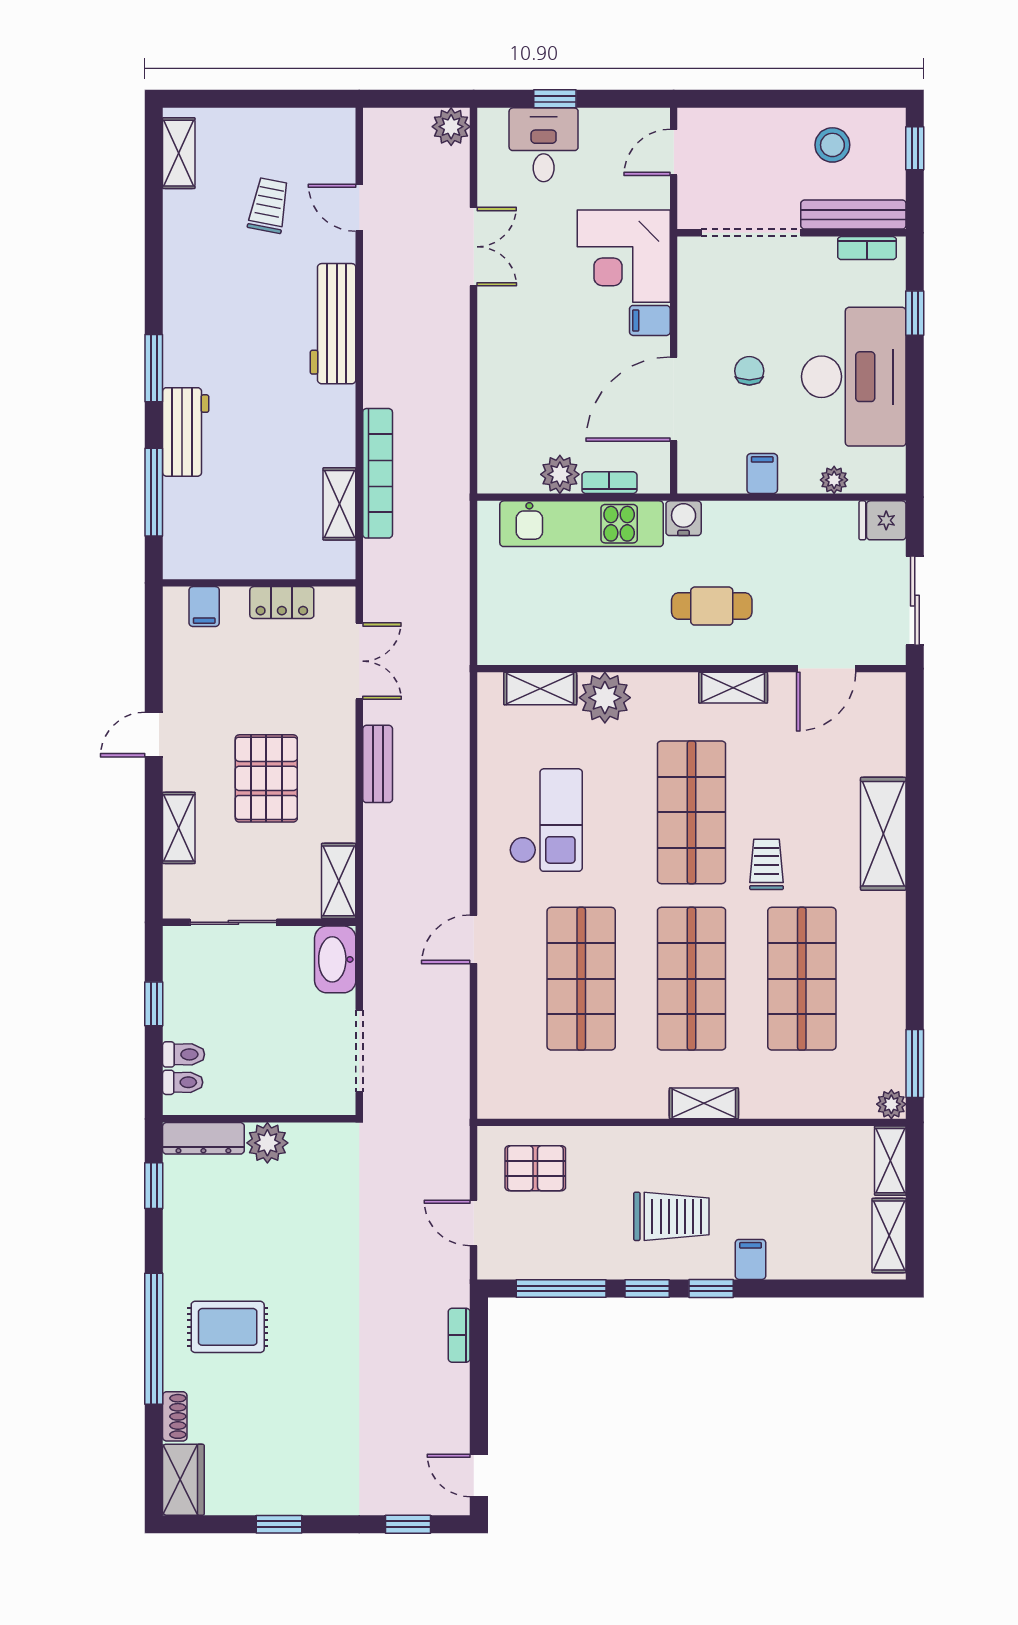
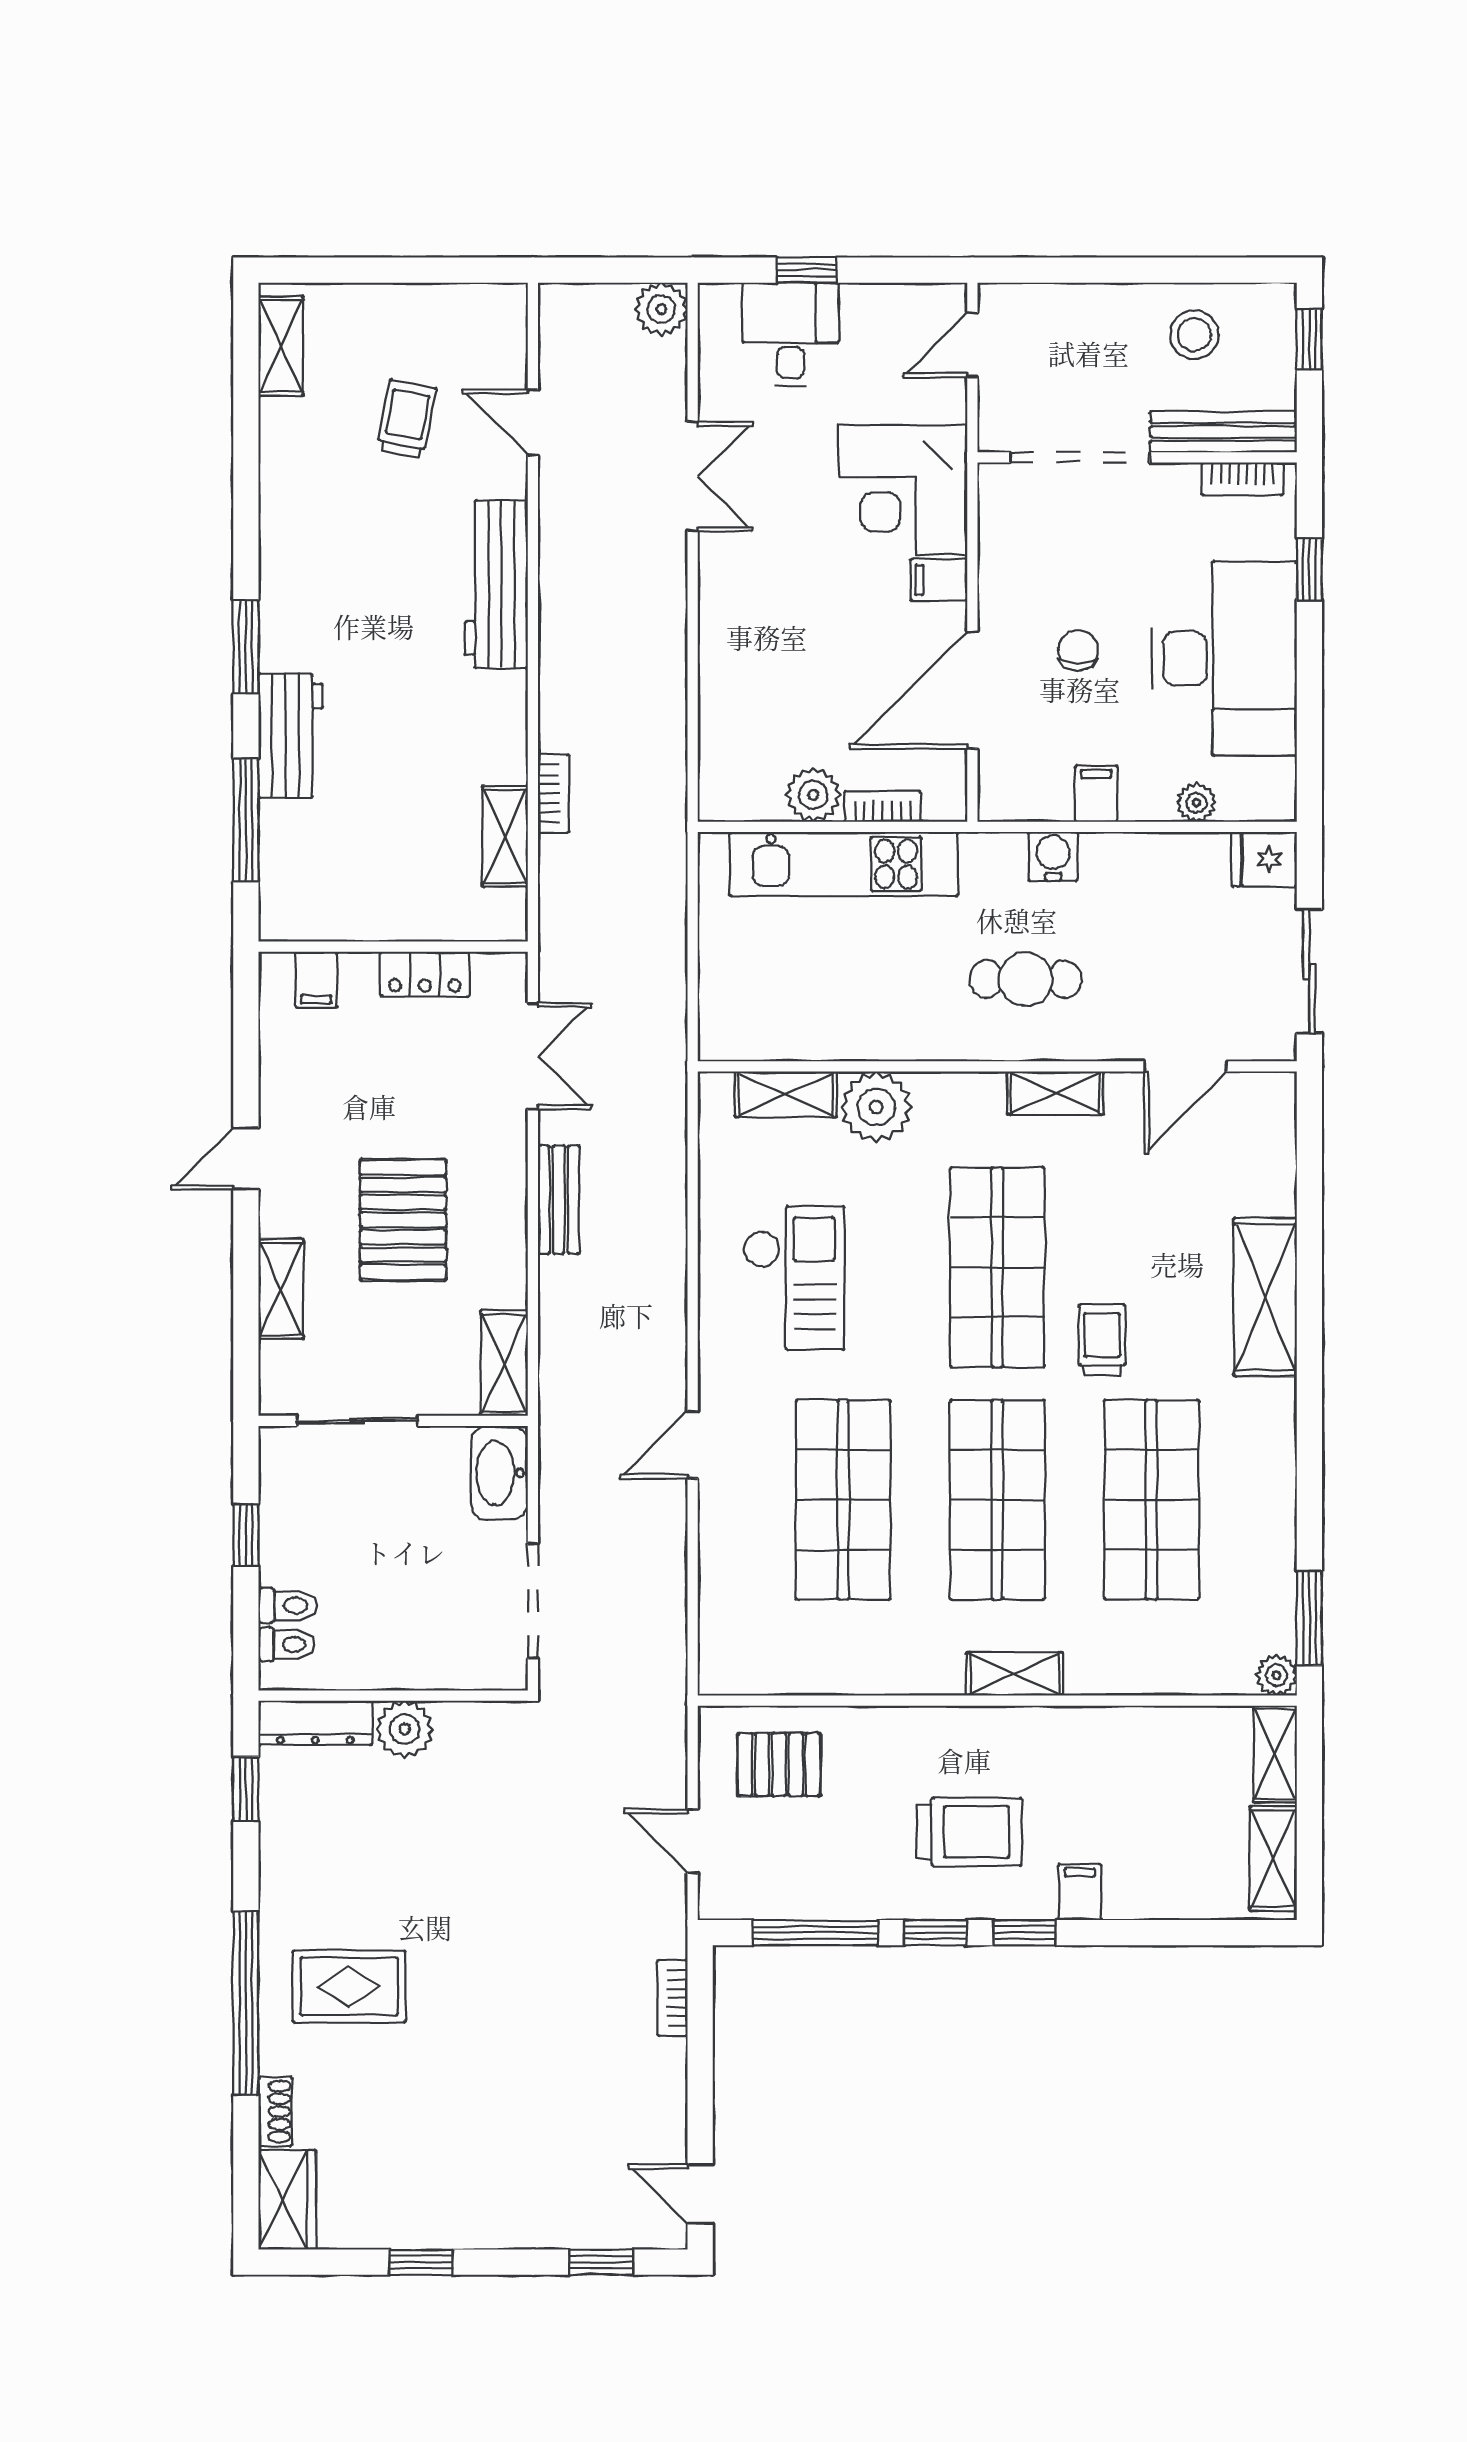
bookcase: (378, 473) -> (554, 793), width x0.43, depth x0.76
water cooler: (684, 518) -> (1053, 856), moved

